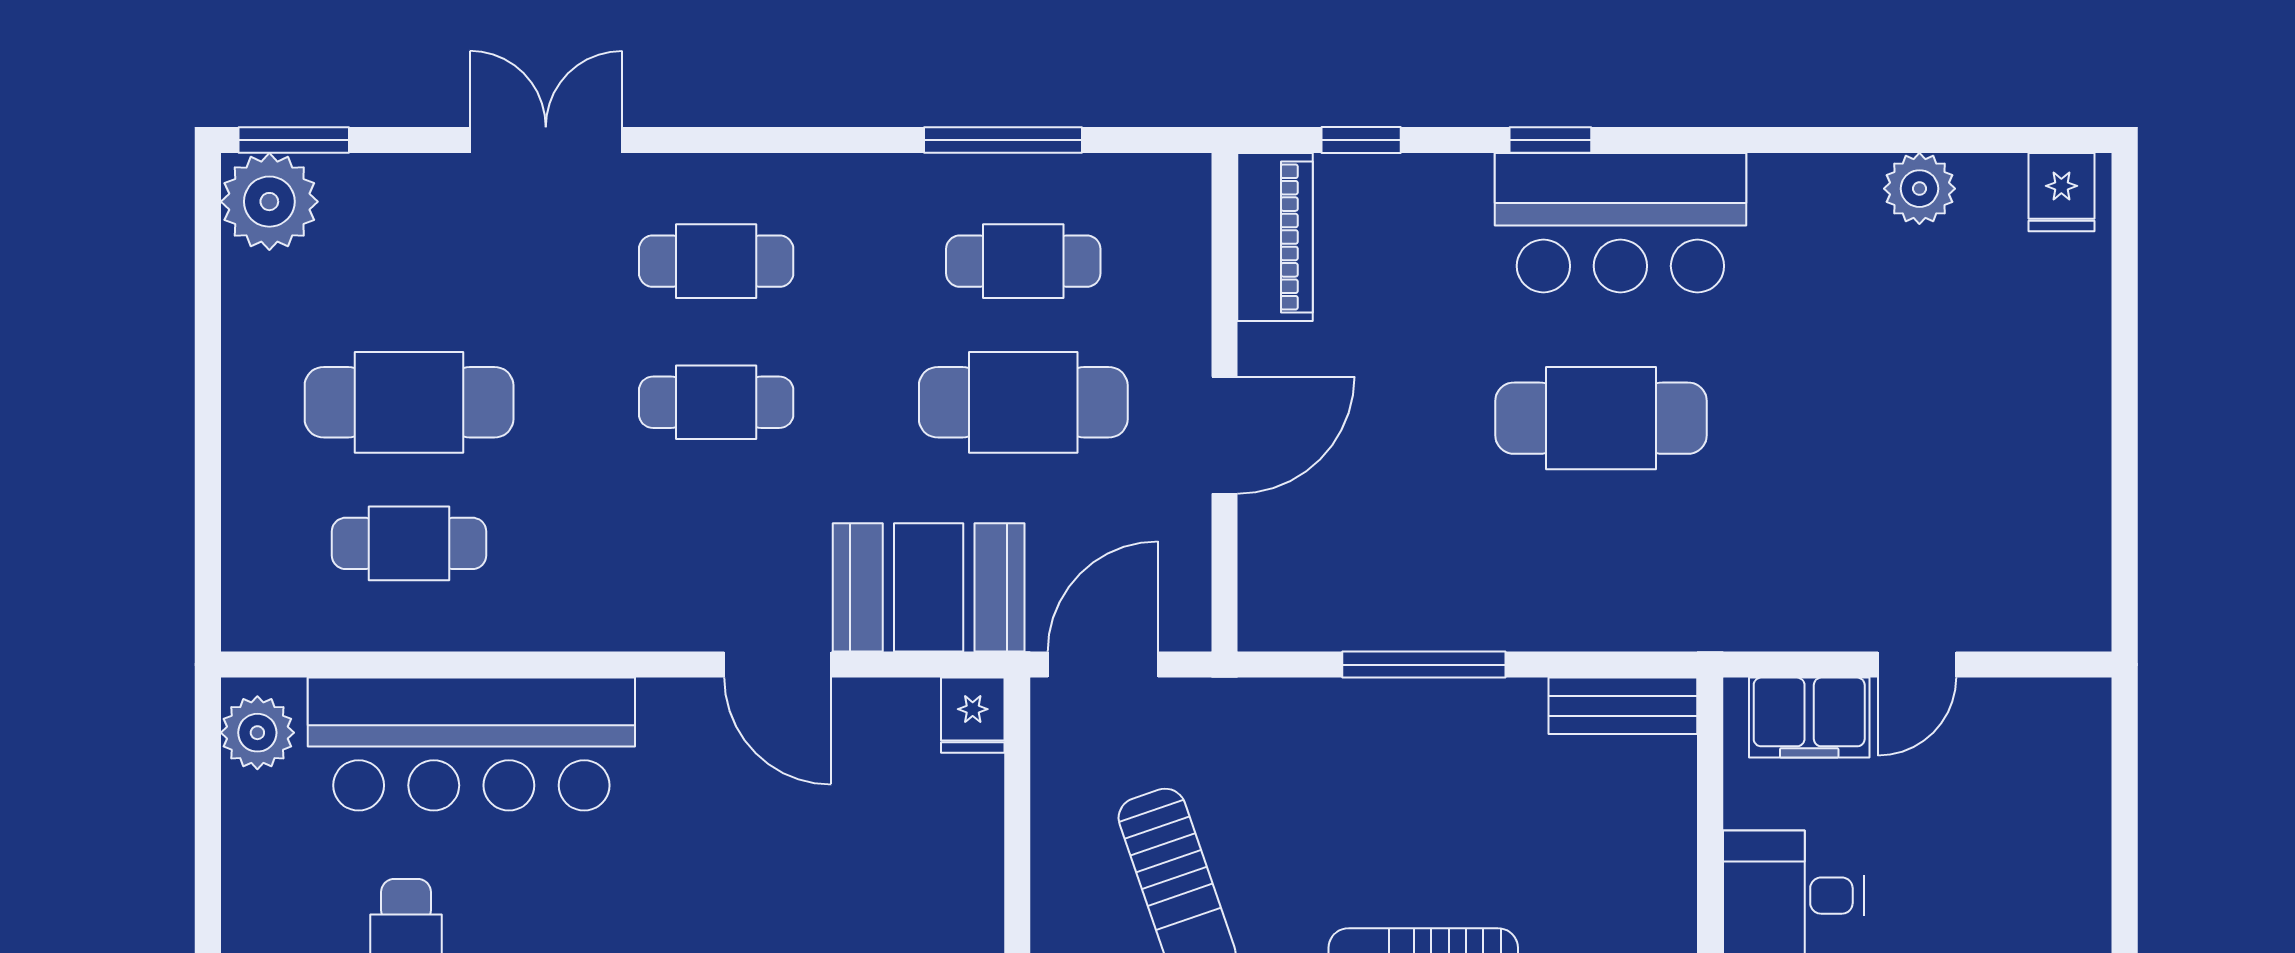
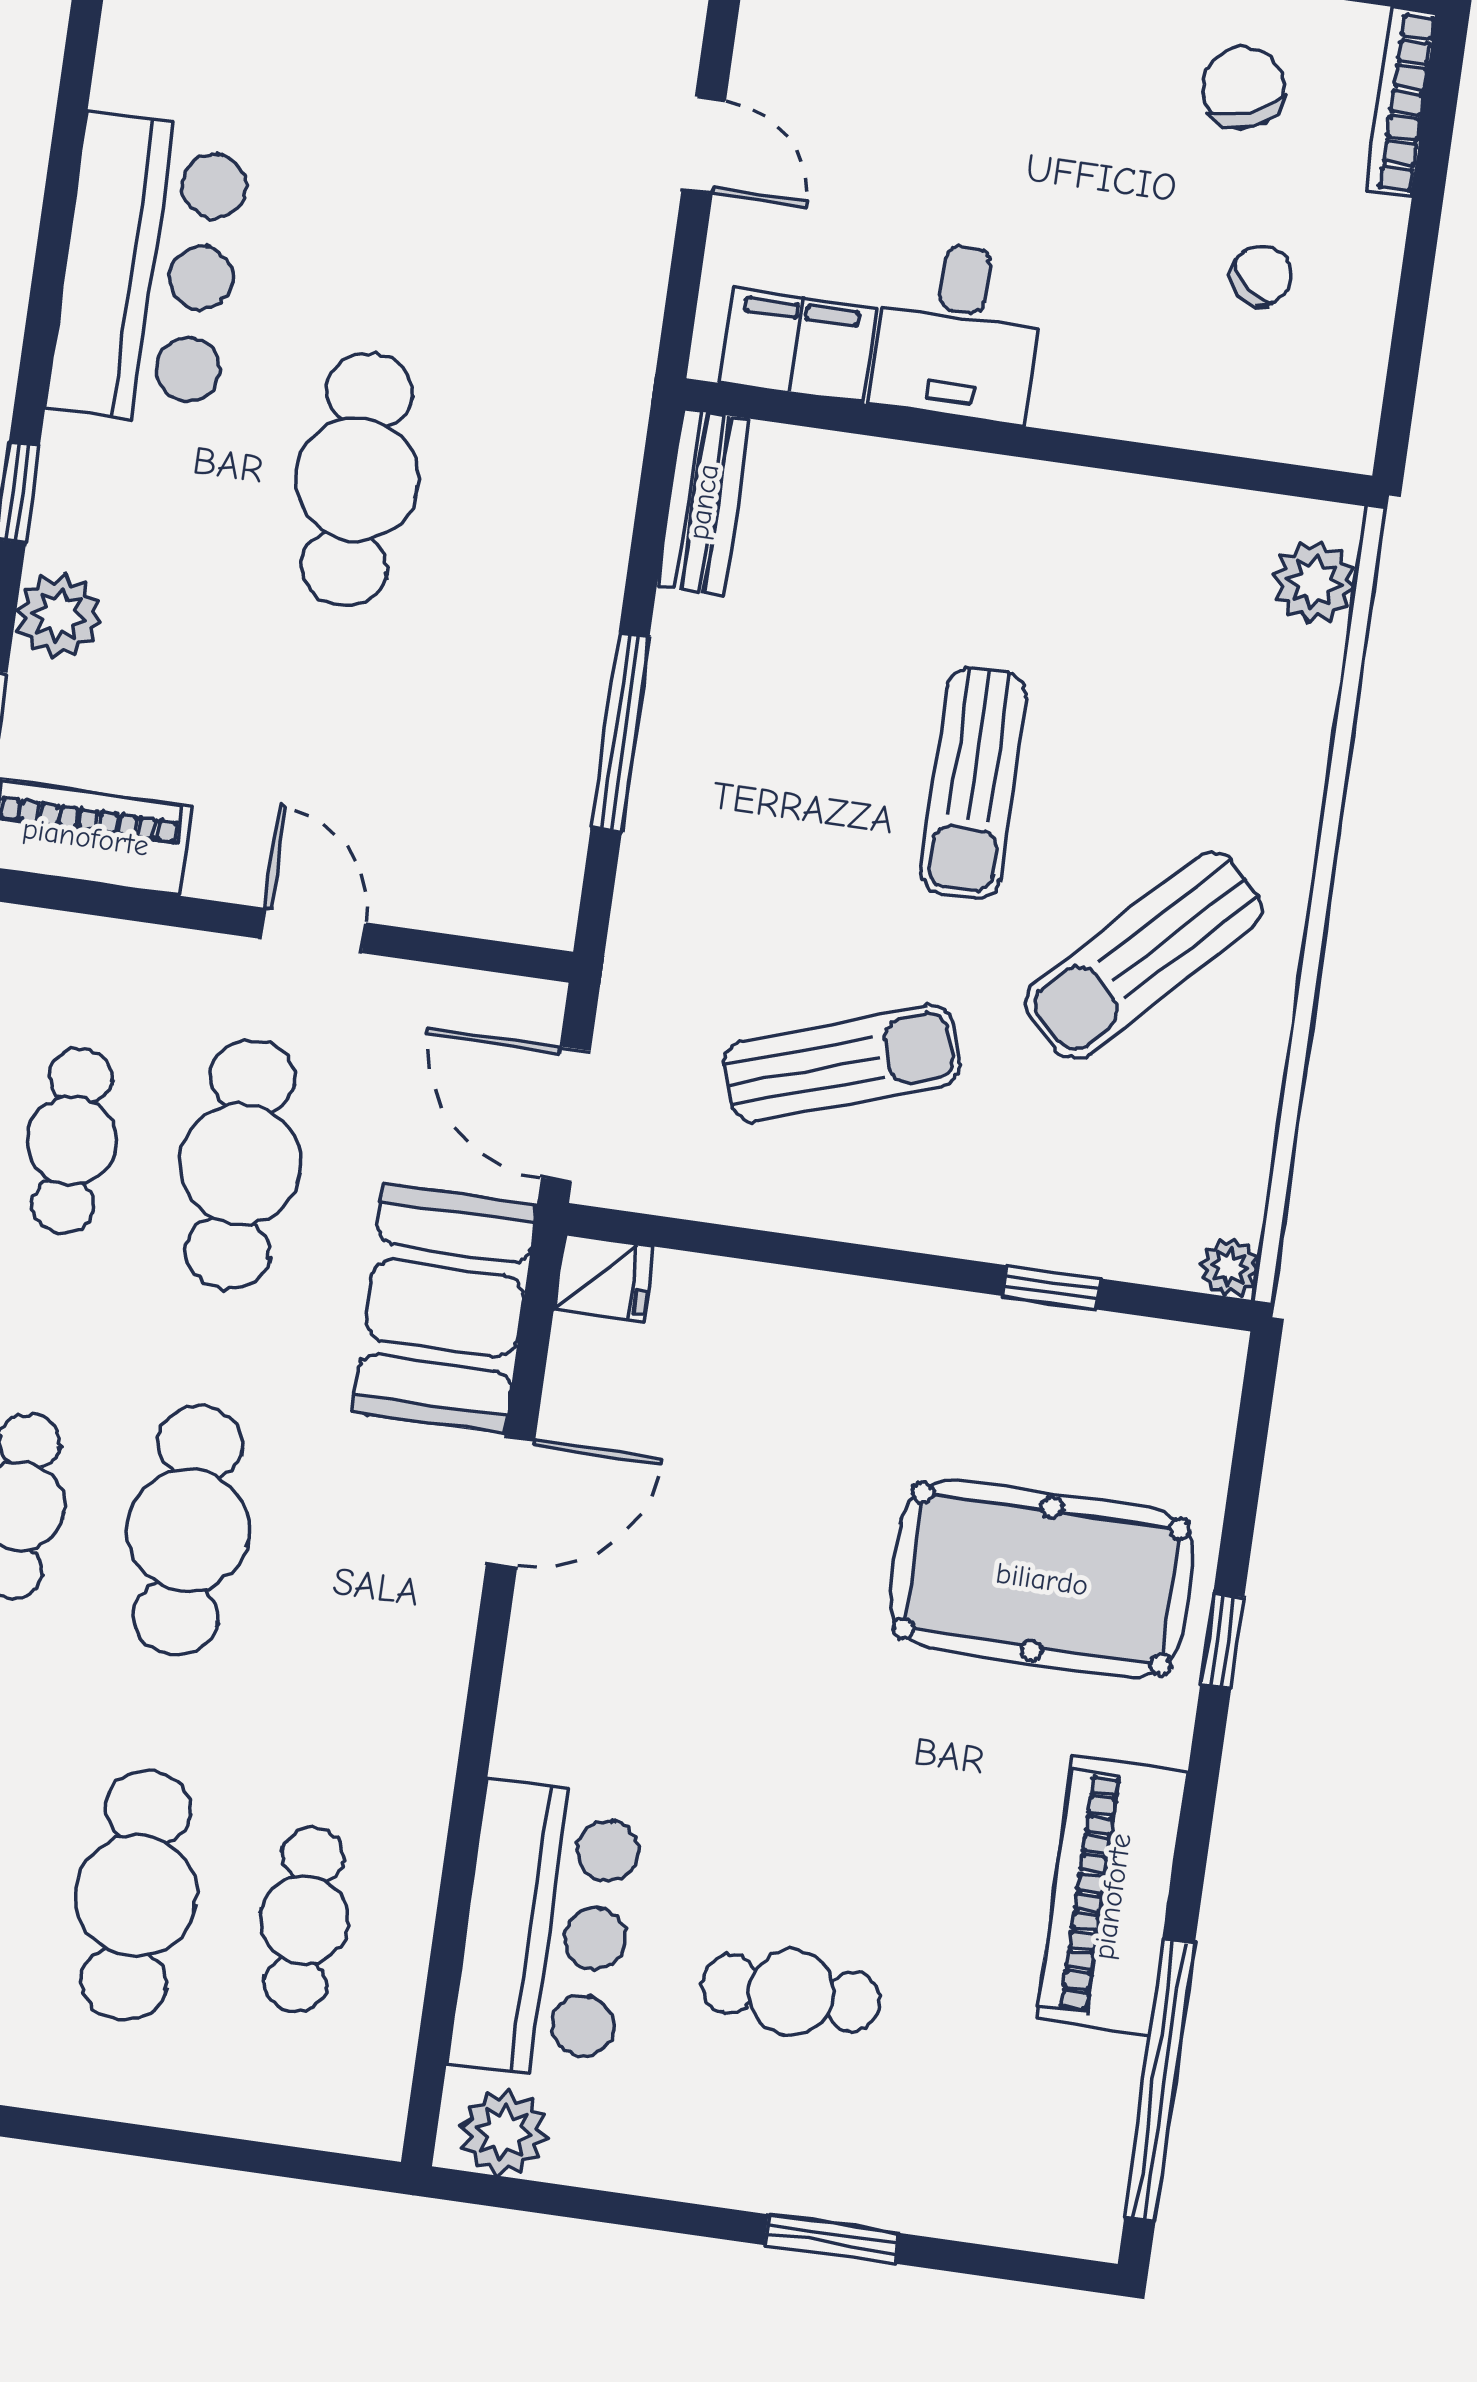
plant: (1919, 189) -> (59, 616), moved
bar counter: (1620, 223) -> (149, 270), moved
cafe table: (716, 402) -> (188, 1530), width x1.37, depth x1.35
door: (1224, 435) -> (313, 931), width x0.73
filing cabinet: (1809, 718) -> (797, 345), moved, turned -90
bar counter: (471, 744) -> (546, 1931), width x0.73

